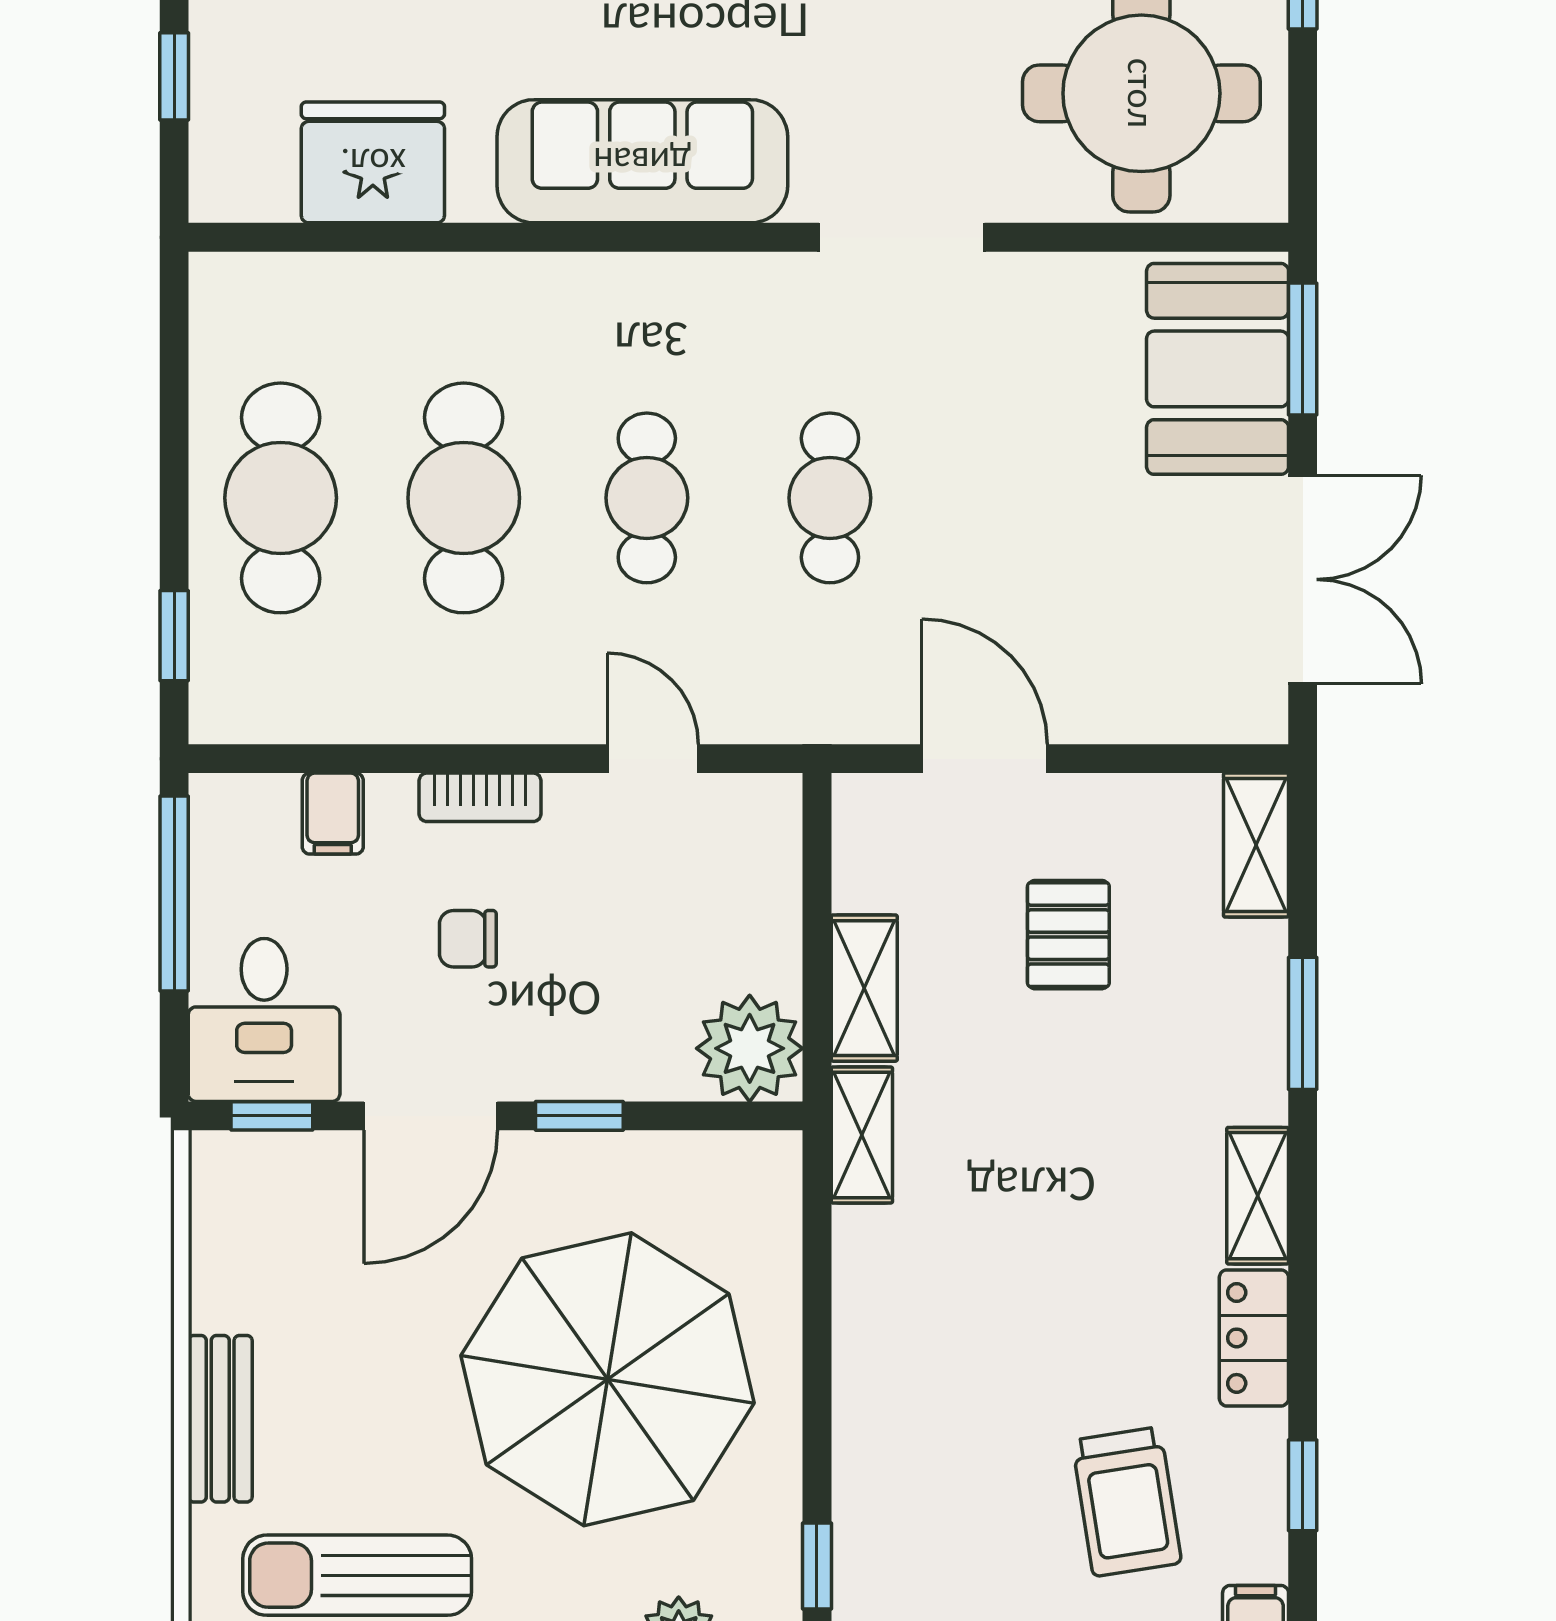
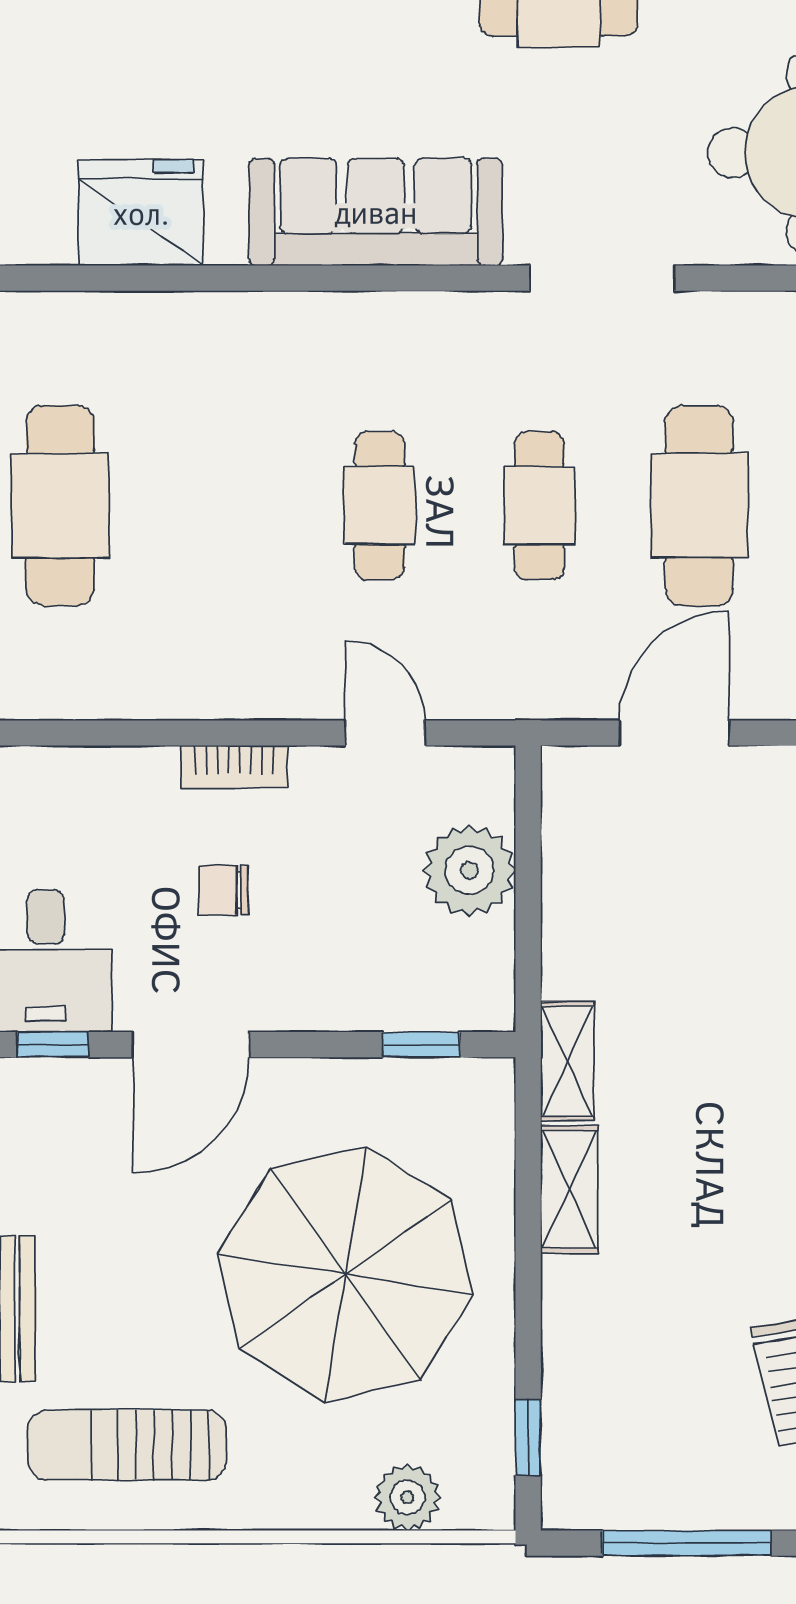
cafe table: (464, 498) -> (699, 506), moved
door: (985, 759) -> (674, 733), hinge flipped
filing cabinet: (333, 814) -> (106, 781), removed
pallet: (1068, 935) -> (747, 886), removed
shelving: (864, 988) -> (569, 1189), moved
plant: (750, 1048) -> (469, 870), moved
window: (579, 1116) -> (421, 1045), moved

